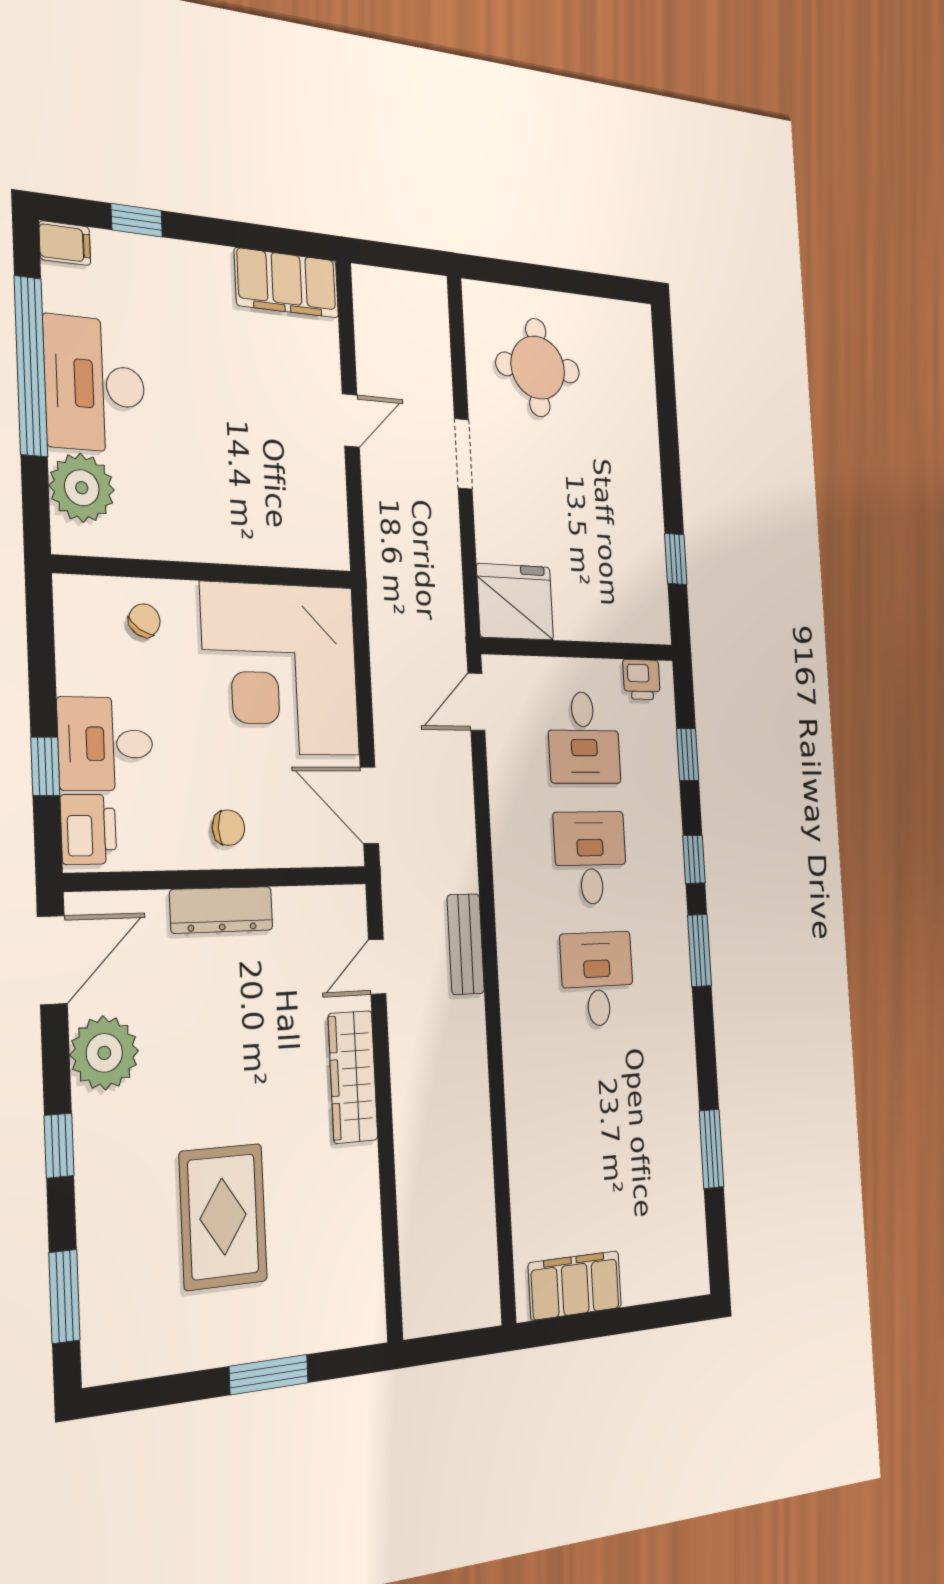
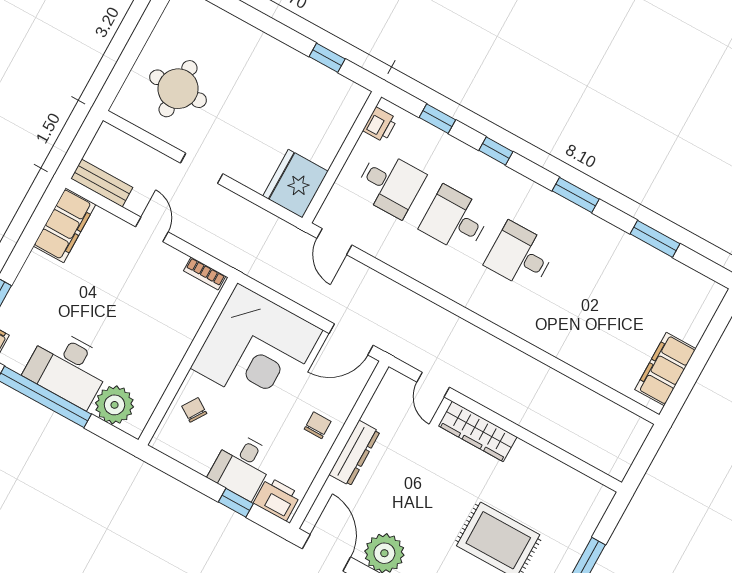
bookcase: (337, 532) -> (205, 273), added
bench: (466, 944) -> (102, 183), moved
window: (699, 950) -> (576, 195), moved

